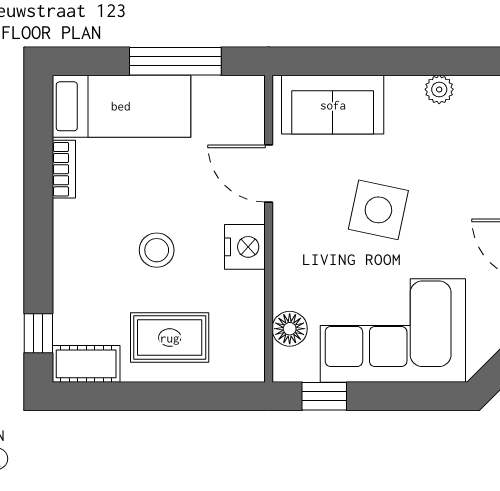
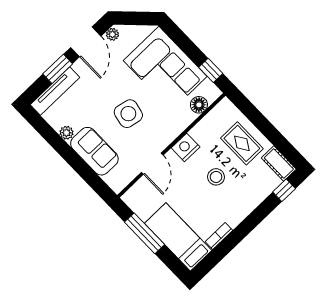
sofa: (333, 105) -> (94, 151), moved

